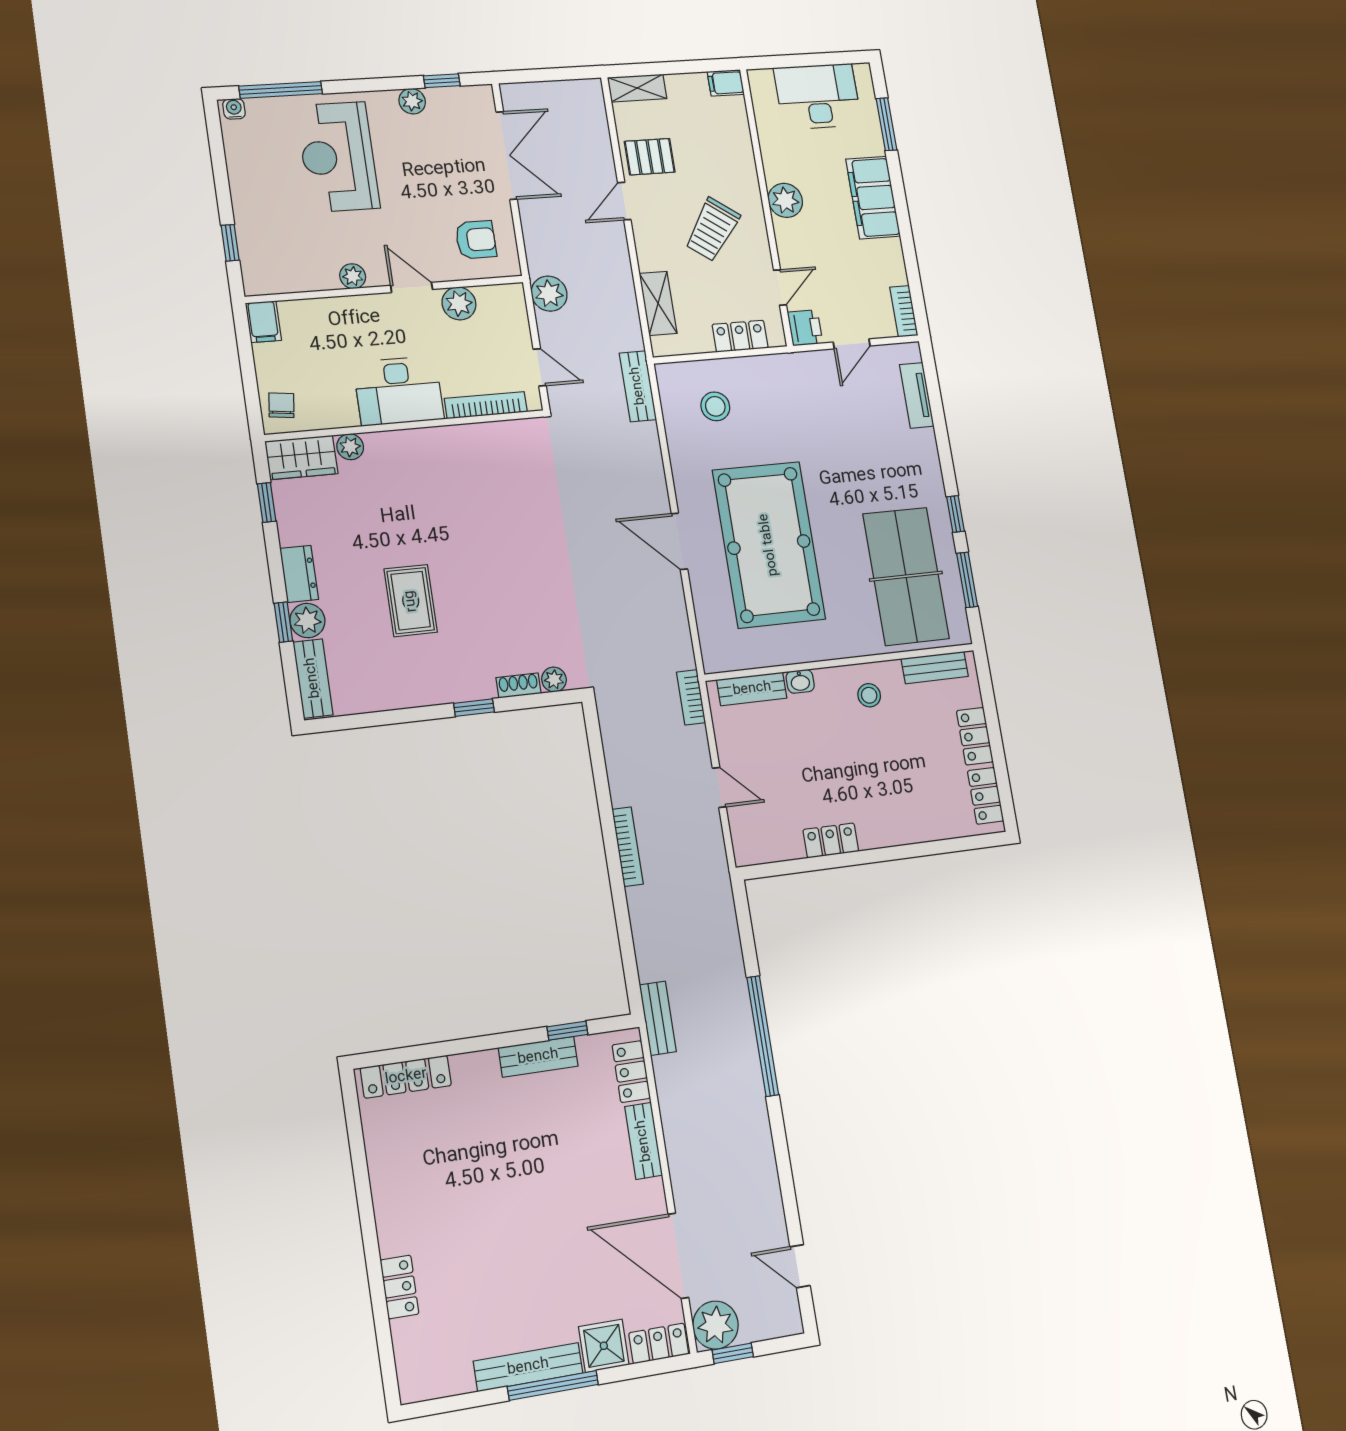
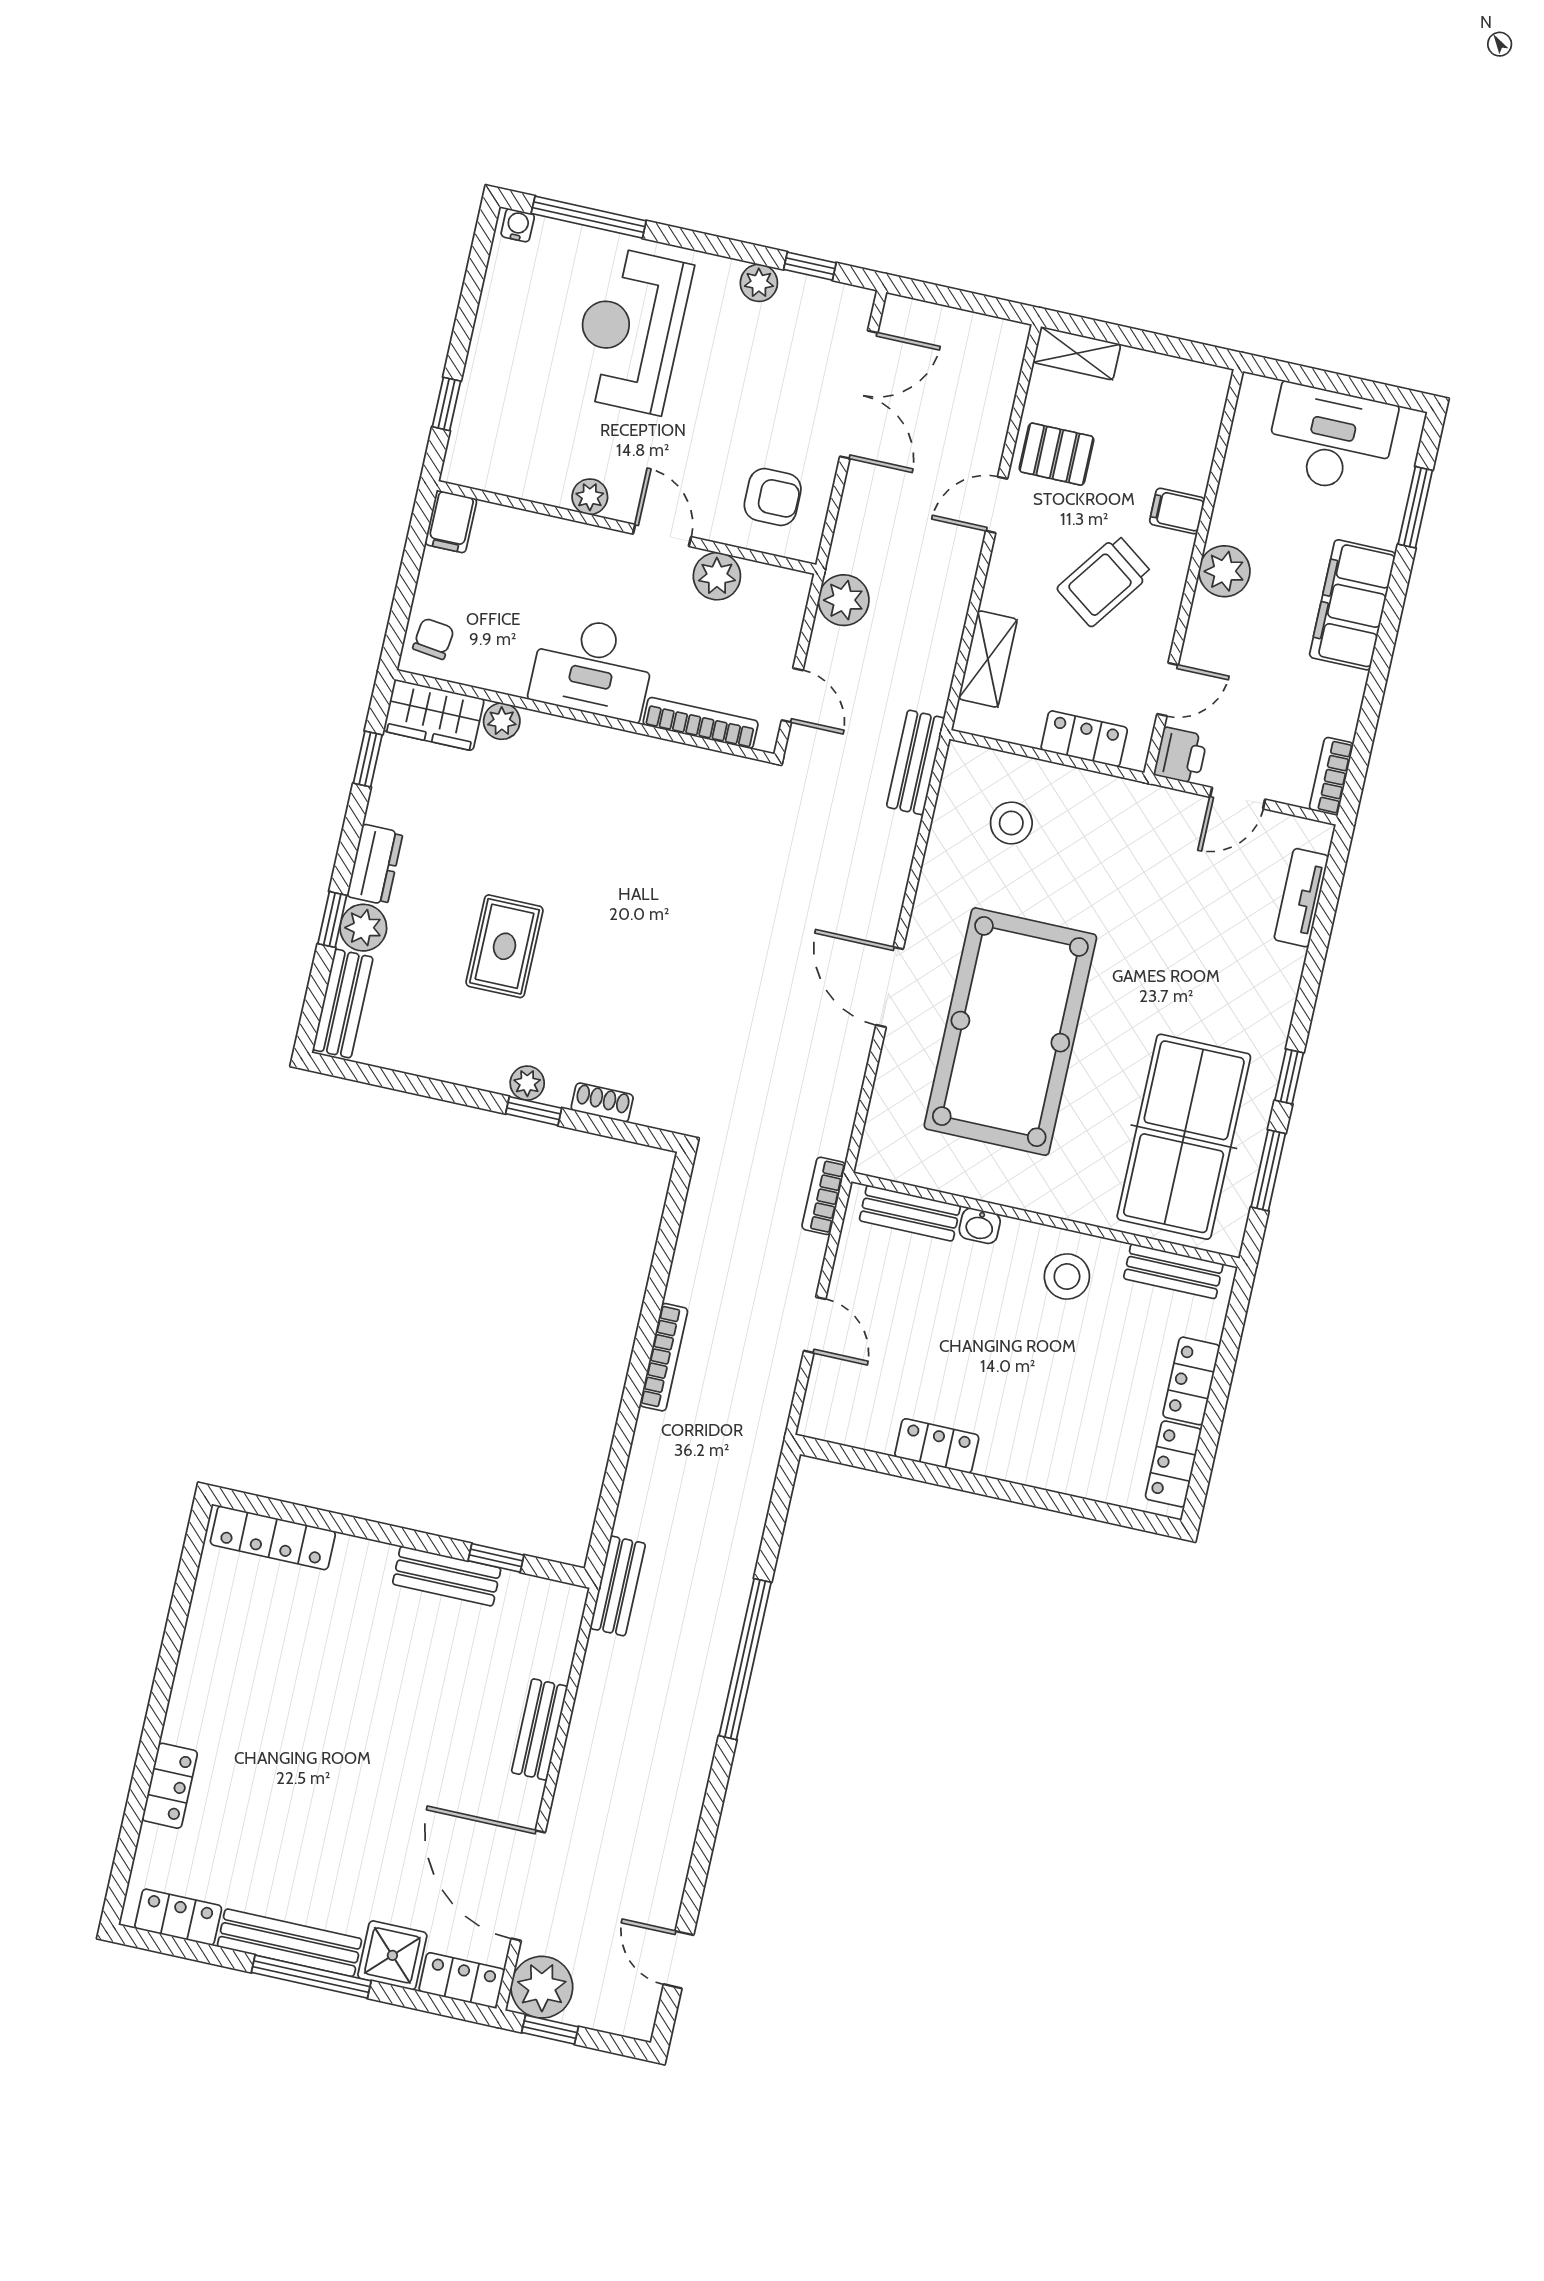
filing cabinet: (726, 83) -> (1177, 511), moved
plant: (554, 679) -> (527, 1083), moved
stool: (869, 695) -> (1067, 1277), width x1.37, depth x1.37
locker: (631, 1072) -> (178, 1917), moved, turned 90

